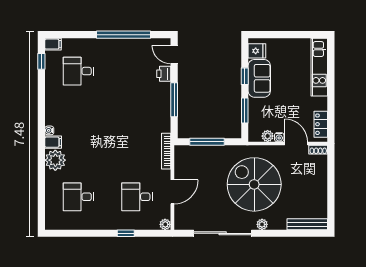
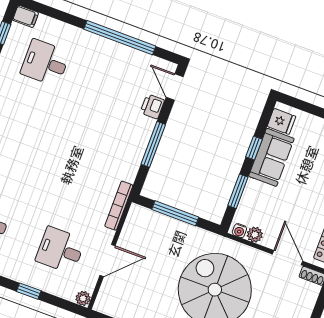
water cooler: (279, 137) -> (239, 231), moved

